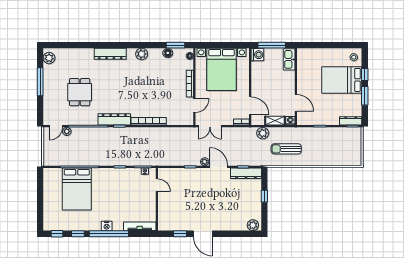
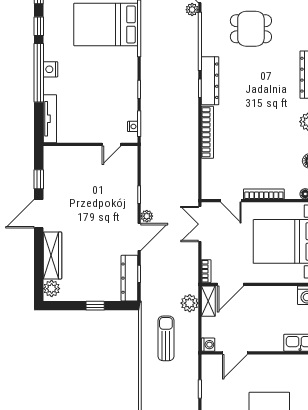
shelving: (275, 121) -> (208, 301), moved
wardrobe: (231, 225) -> (52, 255), added

